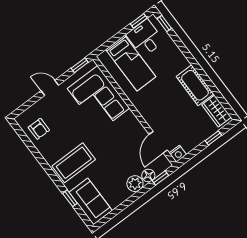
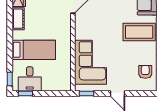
bed: (131, 63) -> (34, 50), moved, turned 90
cot: (195, 85) -> (18, 19), width x0.73, depth x0.75

